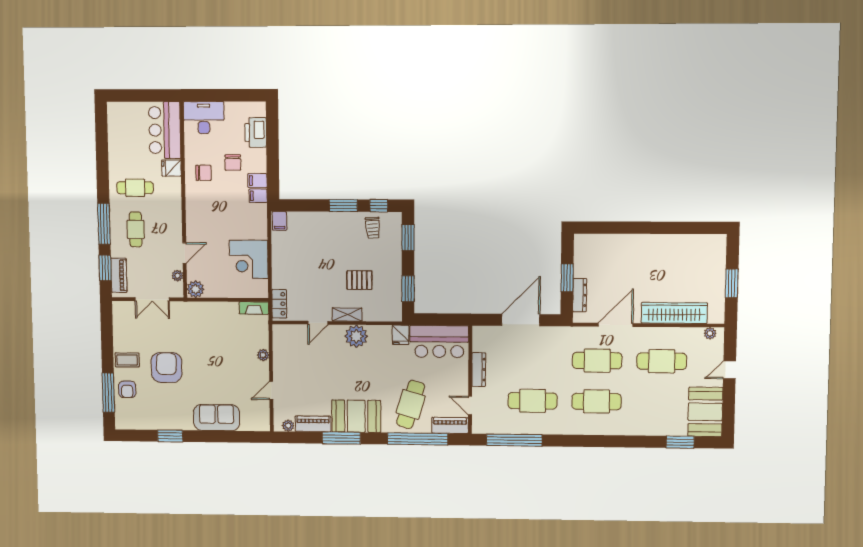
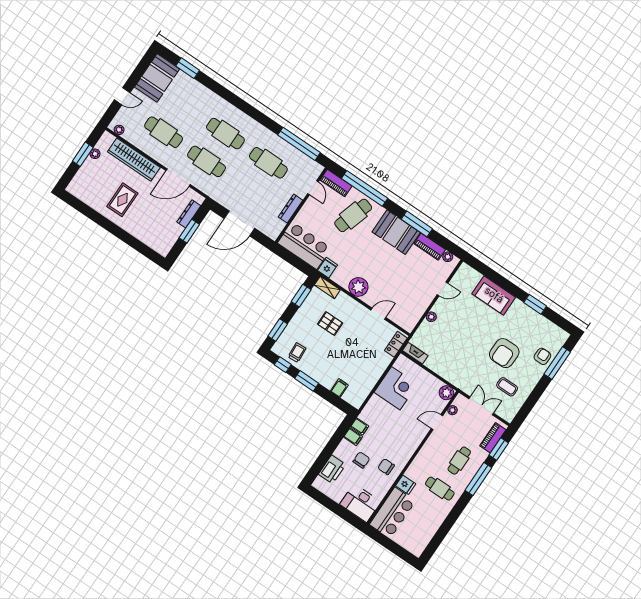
filing cabinet: (279, 221) -> (339, 388), moved
rug: (659, 264) -> (122, 200), added
plant: (719, 292) -> (95, 154), added
shelving: (347, 315) -> (327, 287), moved
coffee table: (127, 360) -> (507, 387), moved

